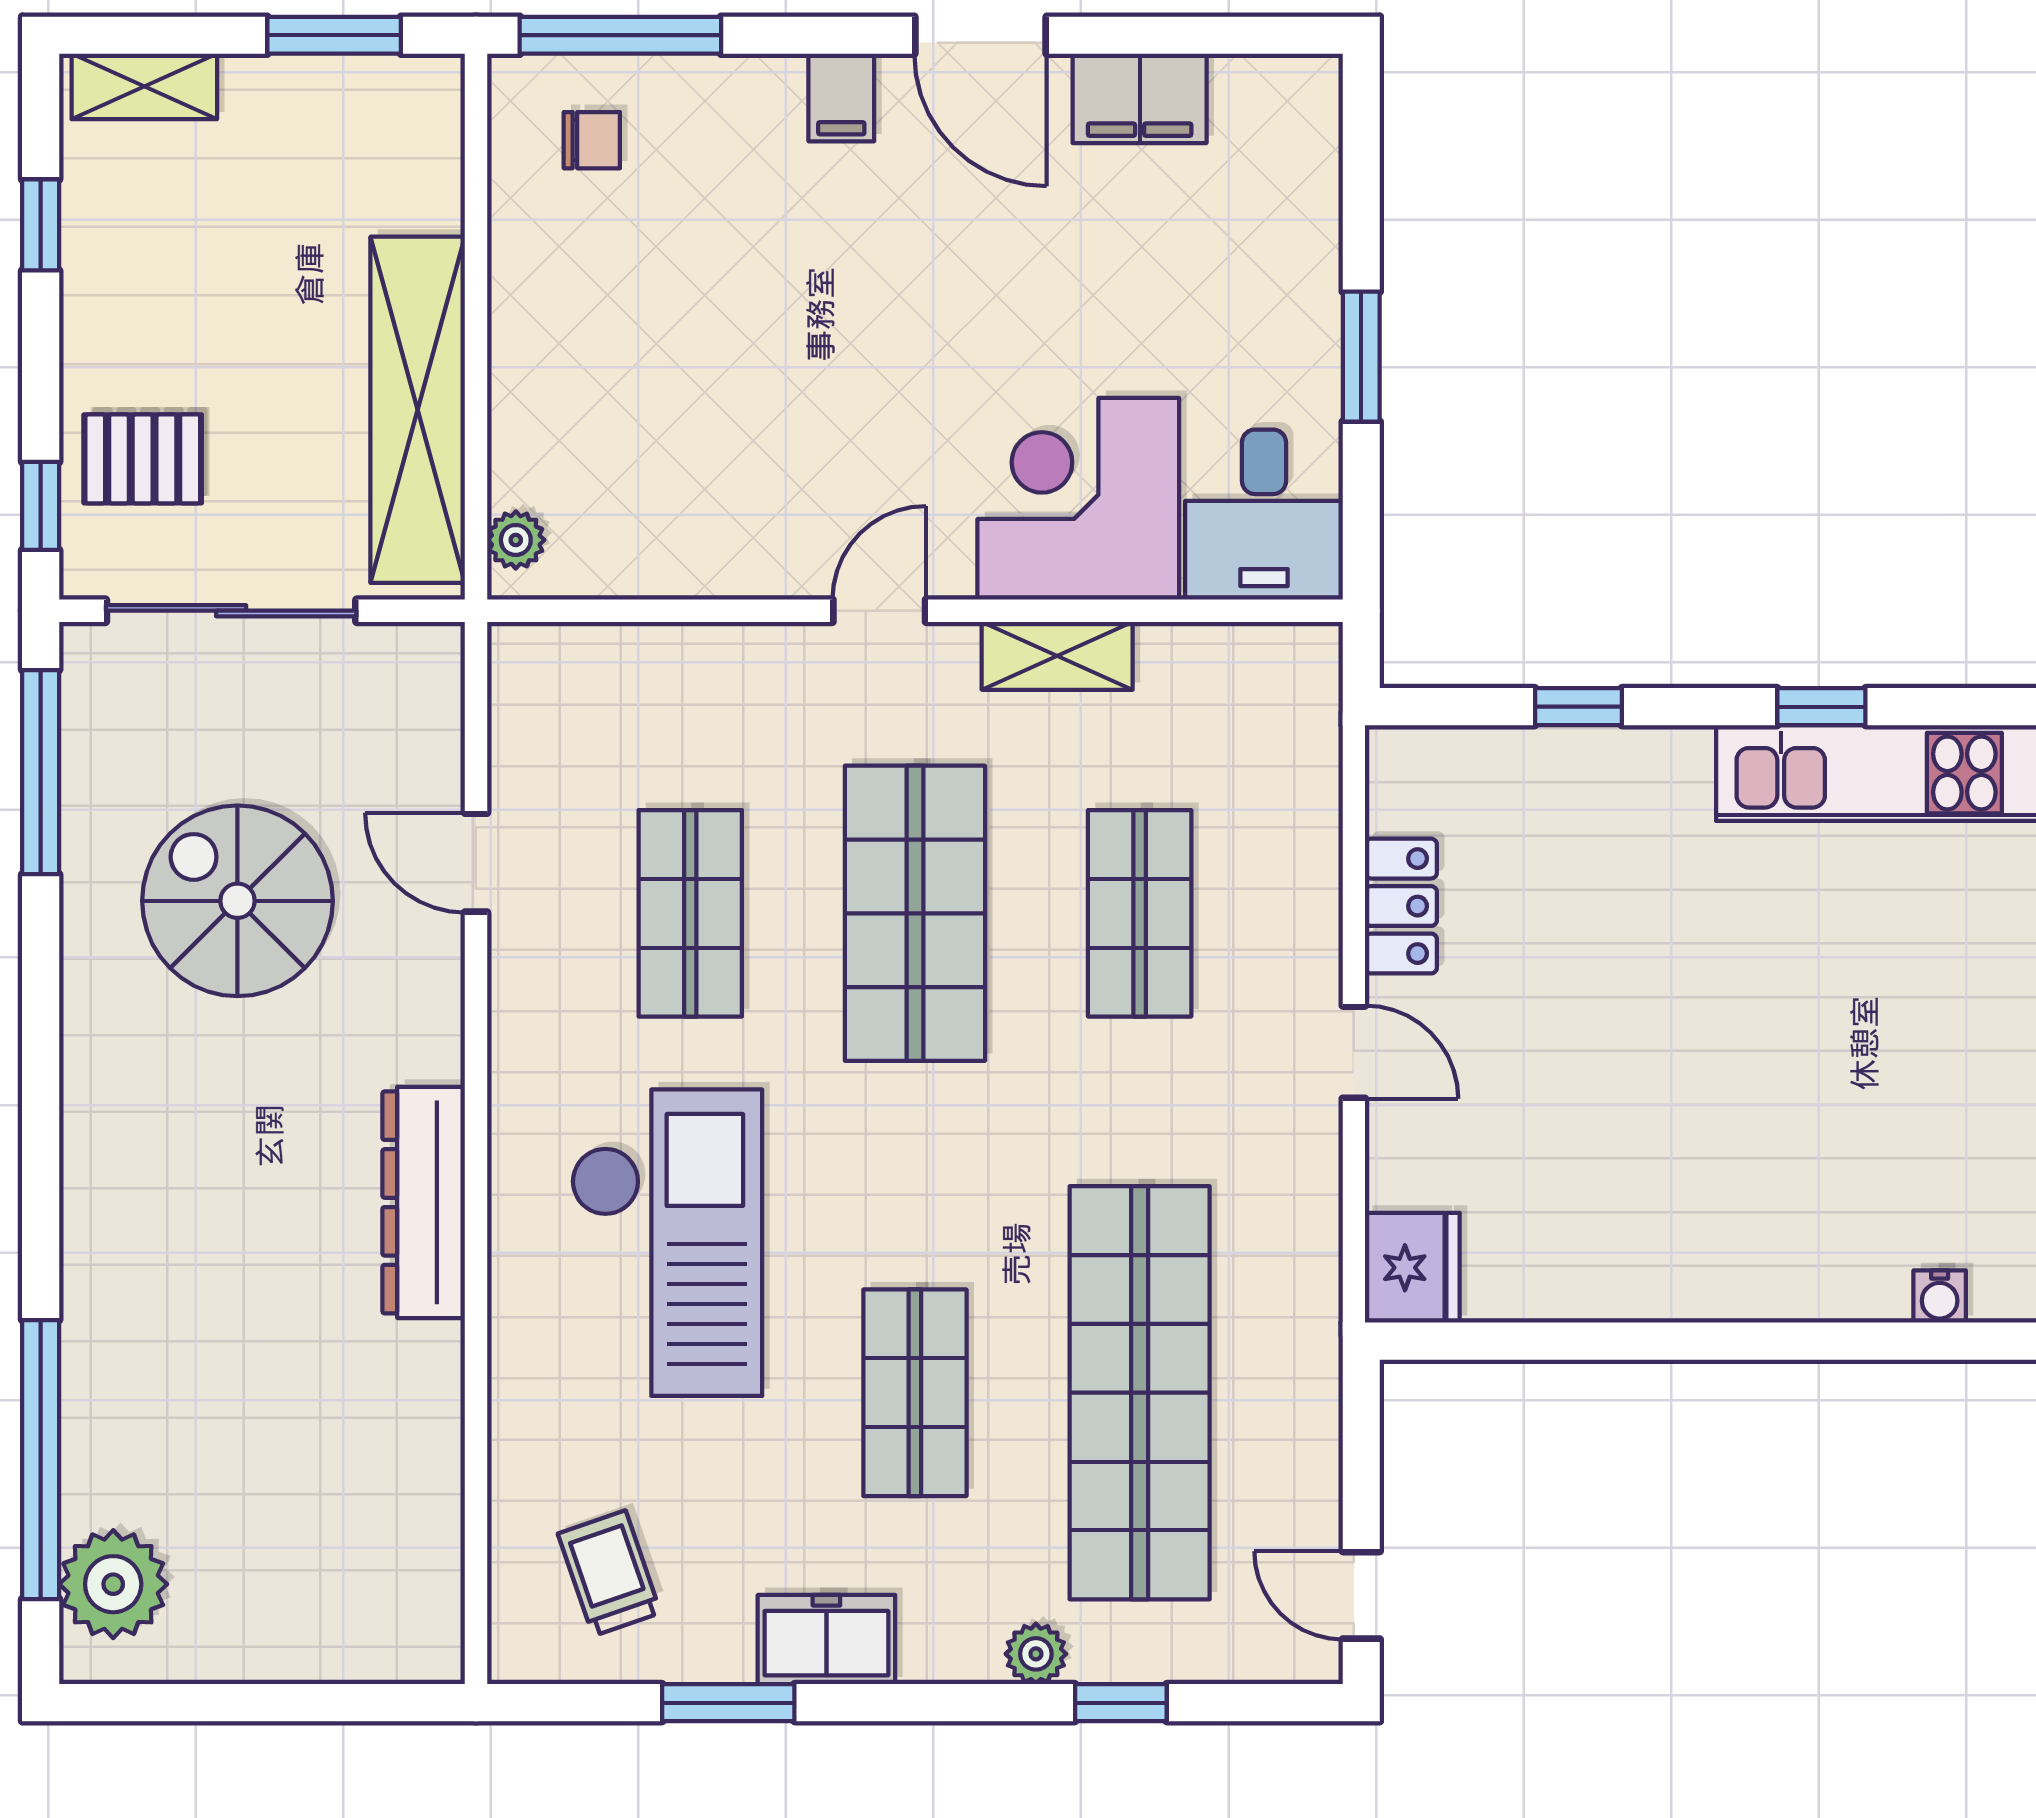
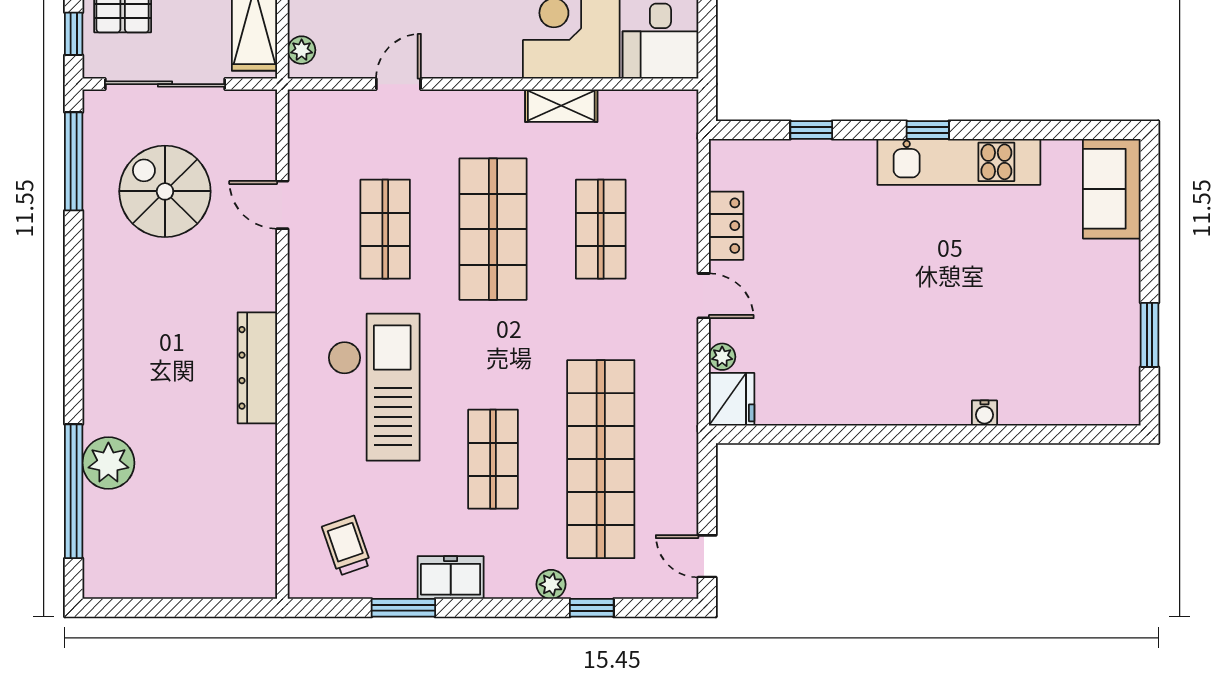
door: (879, 611) -> (398, 84), moved
spiral stairs: (237, 901) -> (165, 191), moved
plant: (1393, 1179) -> (722, 357), added
plant: (113, 1584) -> (108, 463), moved

